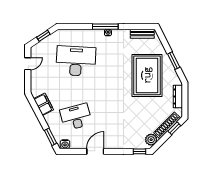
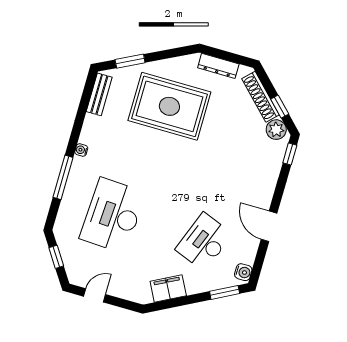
window: (105, 27) -> (63, 177), moved
window: (174, 61) -> (130, 61), moved
door: (28, 64) -> (95, 295), hinge flipped
desk: (76, 117) -> (204, 242), turned 36
window: (174, 128) -> (280, 107), moved

